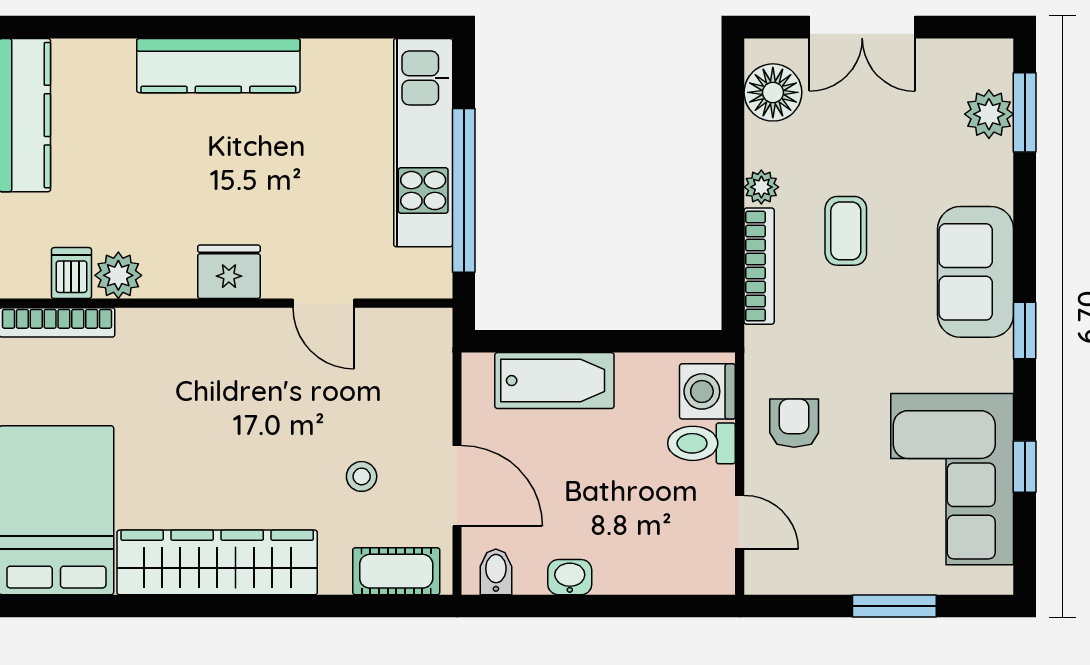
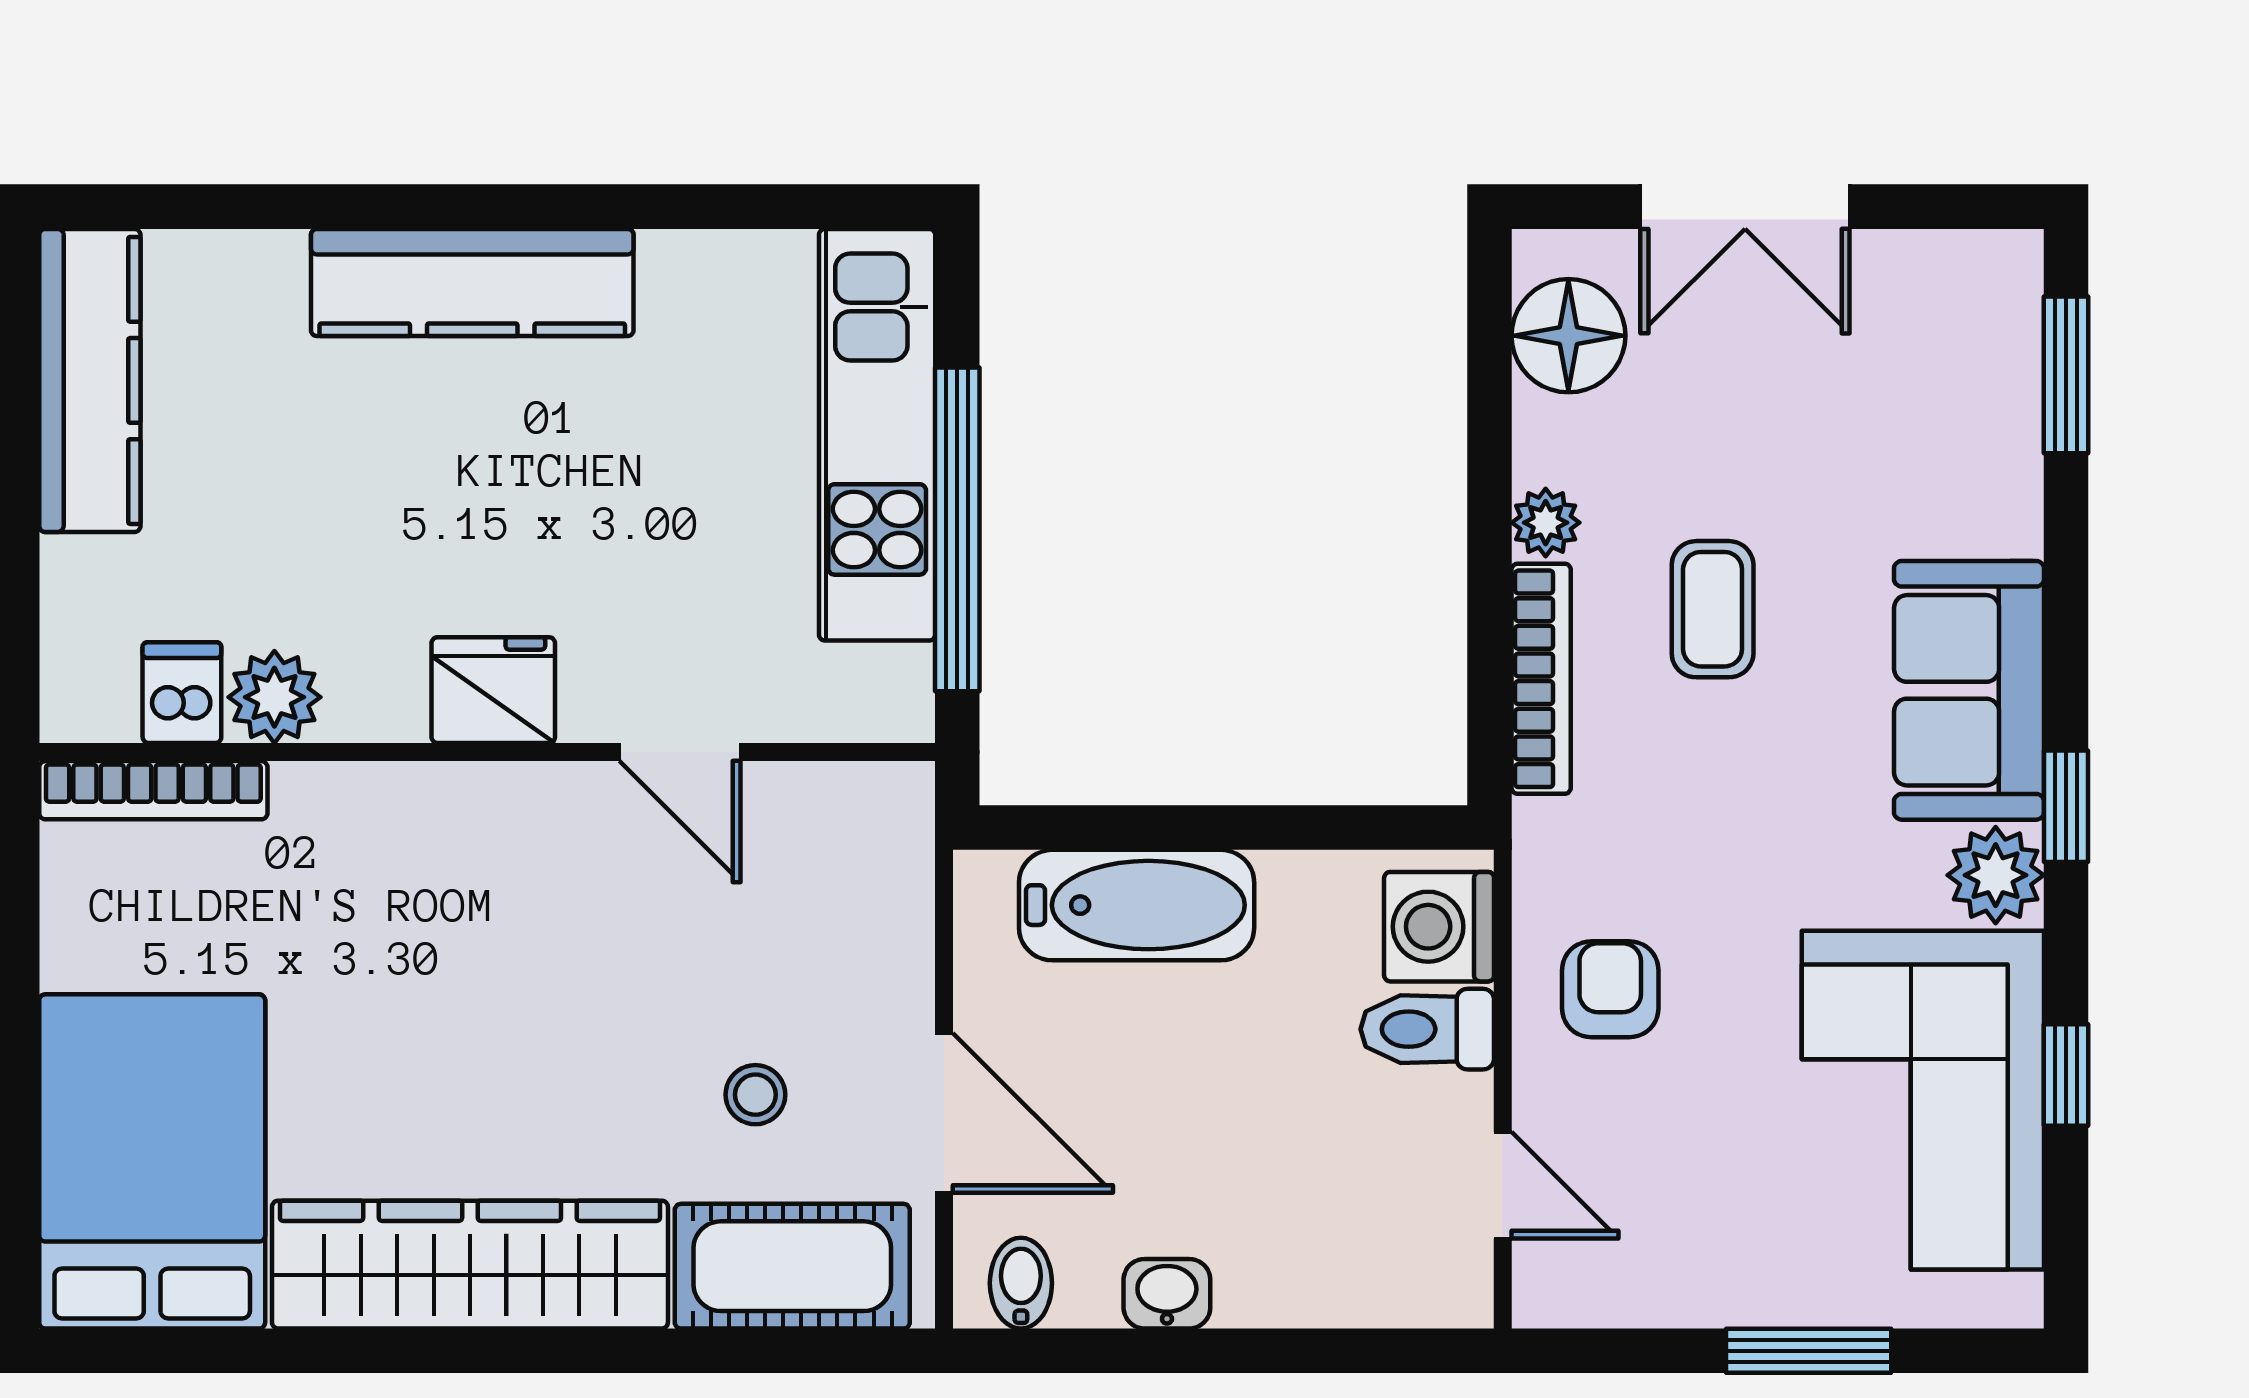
plant: (989, 114) -> (1996, 875), moved
cot: (396, 571) -> (792, 1266), width x1.37, depth x1.34

